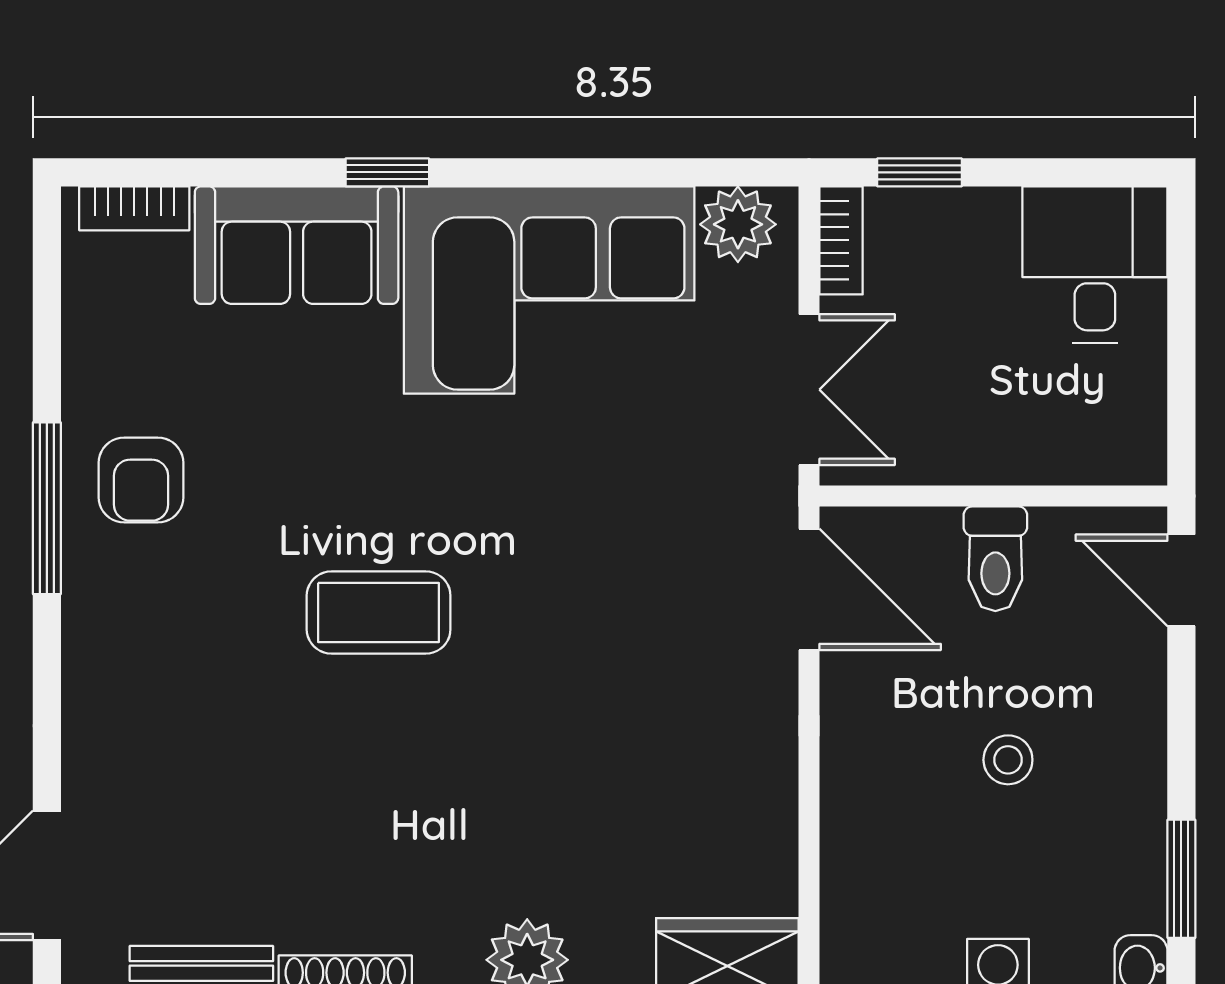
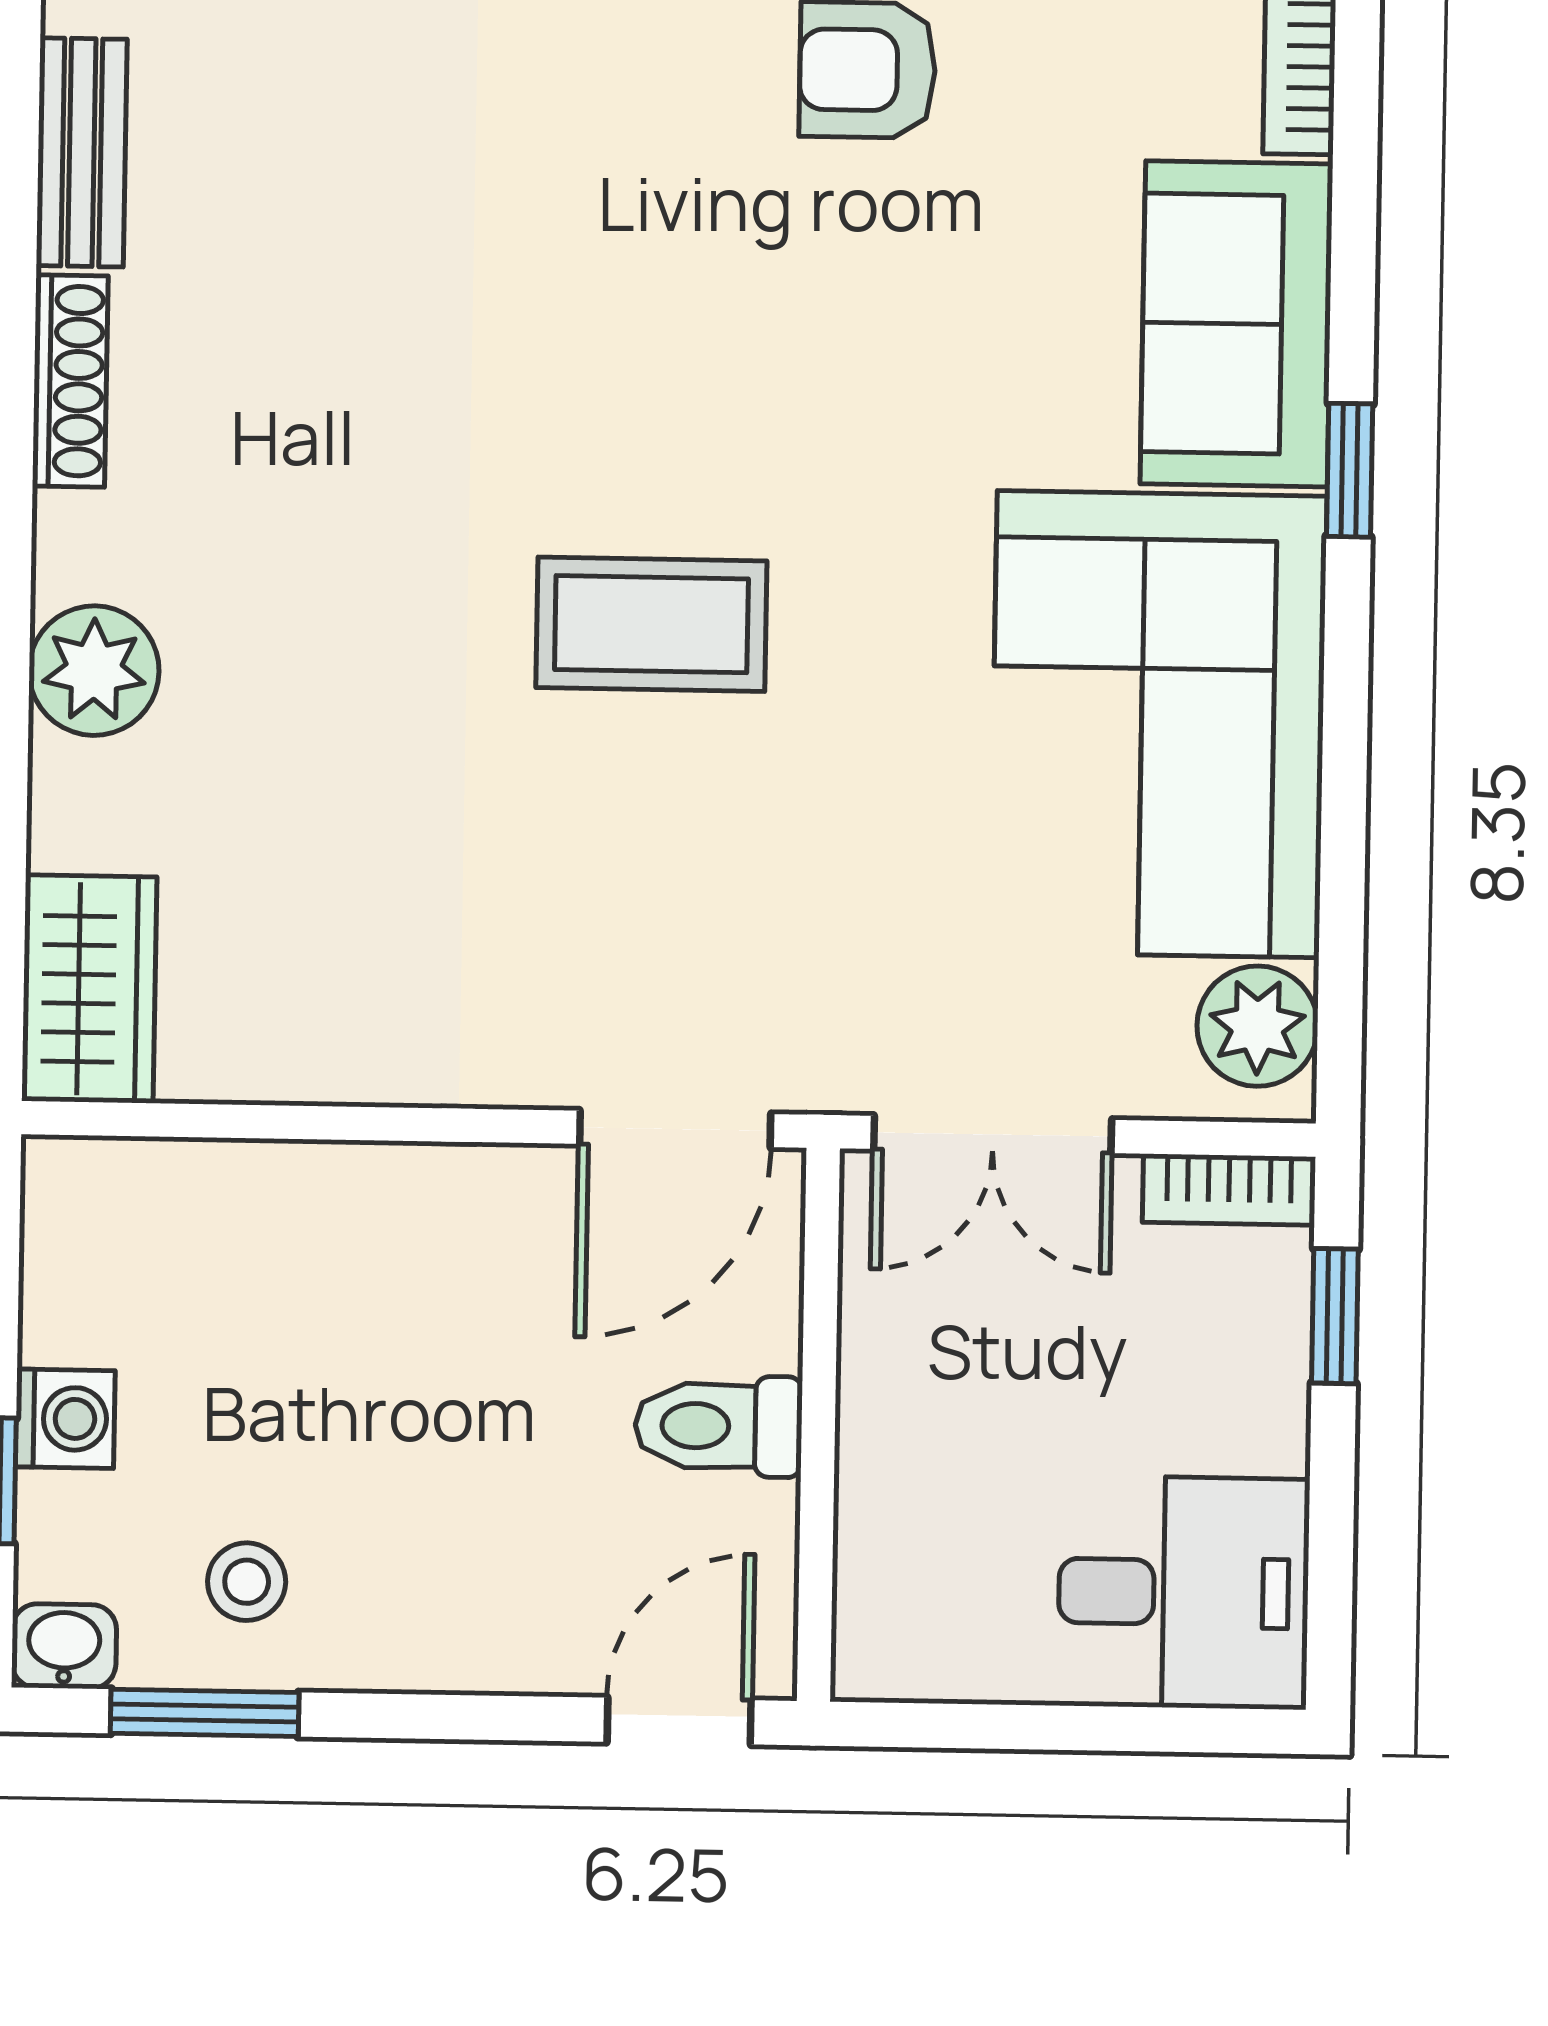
coffee table: (379, 612) -> (651, 624), moved, turned 90
stool: (1008, 760) -> (247, 1582), moved

